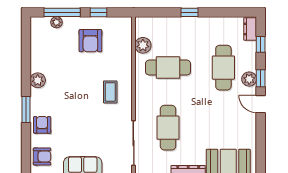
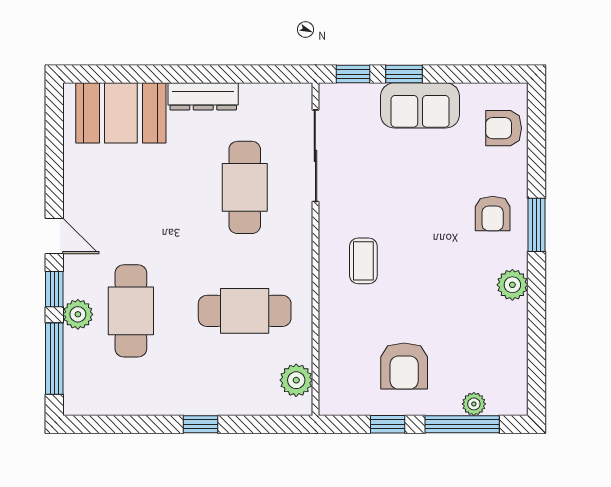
dresser: (250, 29) -> (76, 390), removed
armchair: (90, 41) -> (404, 366), turned 180
window: (261, 44) -> (54, 359), width x2.17
plant: (143, 45) -> (296, 380), moved
plant: (249, 79) -> (78, 314), moved
armchair: (42, 125) -> (493, 214), moved

